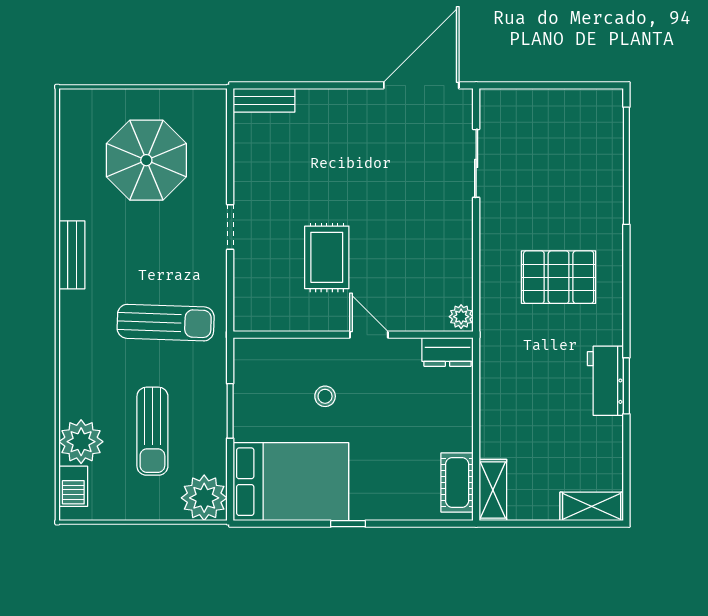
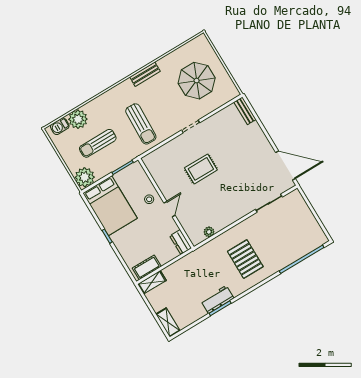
wall: (353, 335) -> (166, 203), moved
door: (369, 335) -> (170, 209), moved
dresser: (448, 352) -> (181, 242), moved

